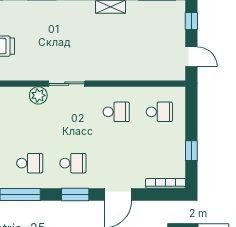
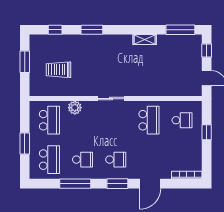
plant: (38, 95) -> (75, 108), moved
school desk: (116, 112) -> (149, 120), width x1.85
window: (191, 151) -> (207, 132), moved

